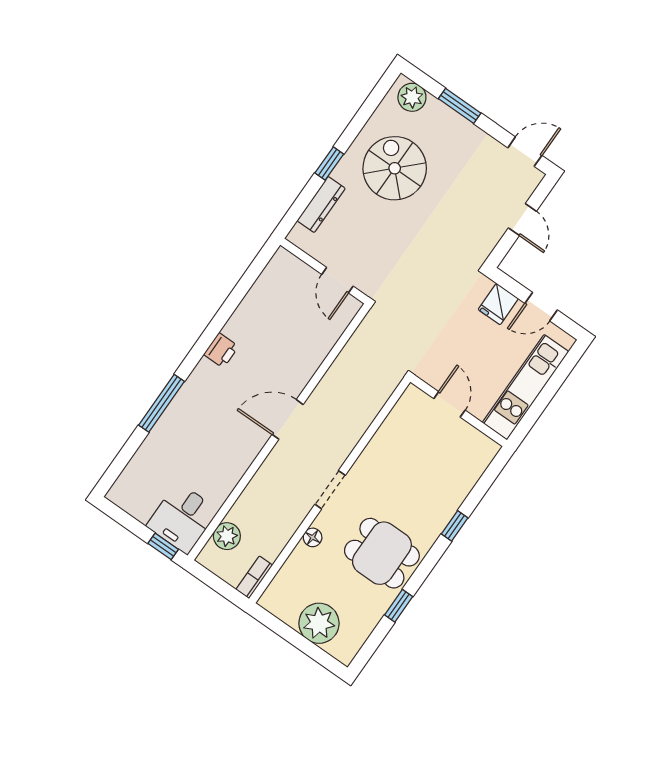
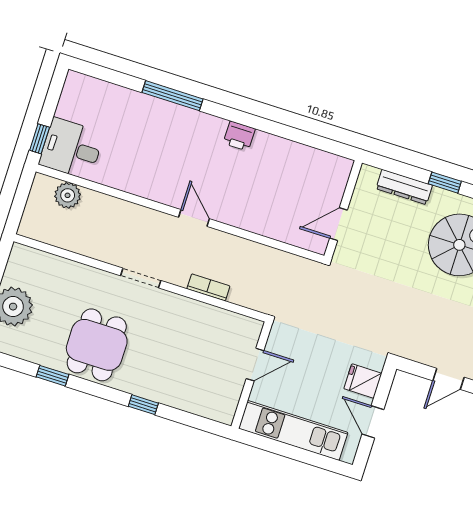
door: (288, 419) -> (194, 218), width x0.73
floor lamp: (313, 537) -> (91, 276), removed
bookcase: (254, 577) -> (208, 287), moved

